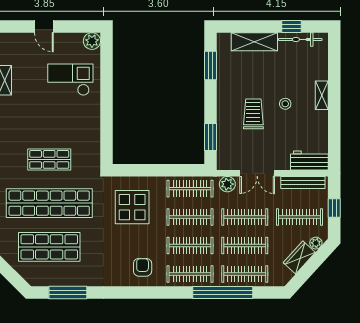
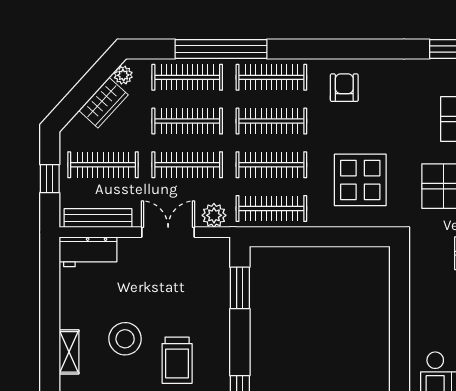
stool: (285, 104) -> (125, 339), width x1.89, depth x1.89
trolley: (253, 114) -> (177, 360), moved
plant: (316, 243) -> (123, 75), moved
armchair: (143, 267) -> (344, 88), turned 180

